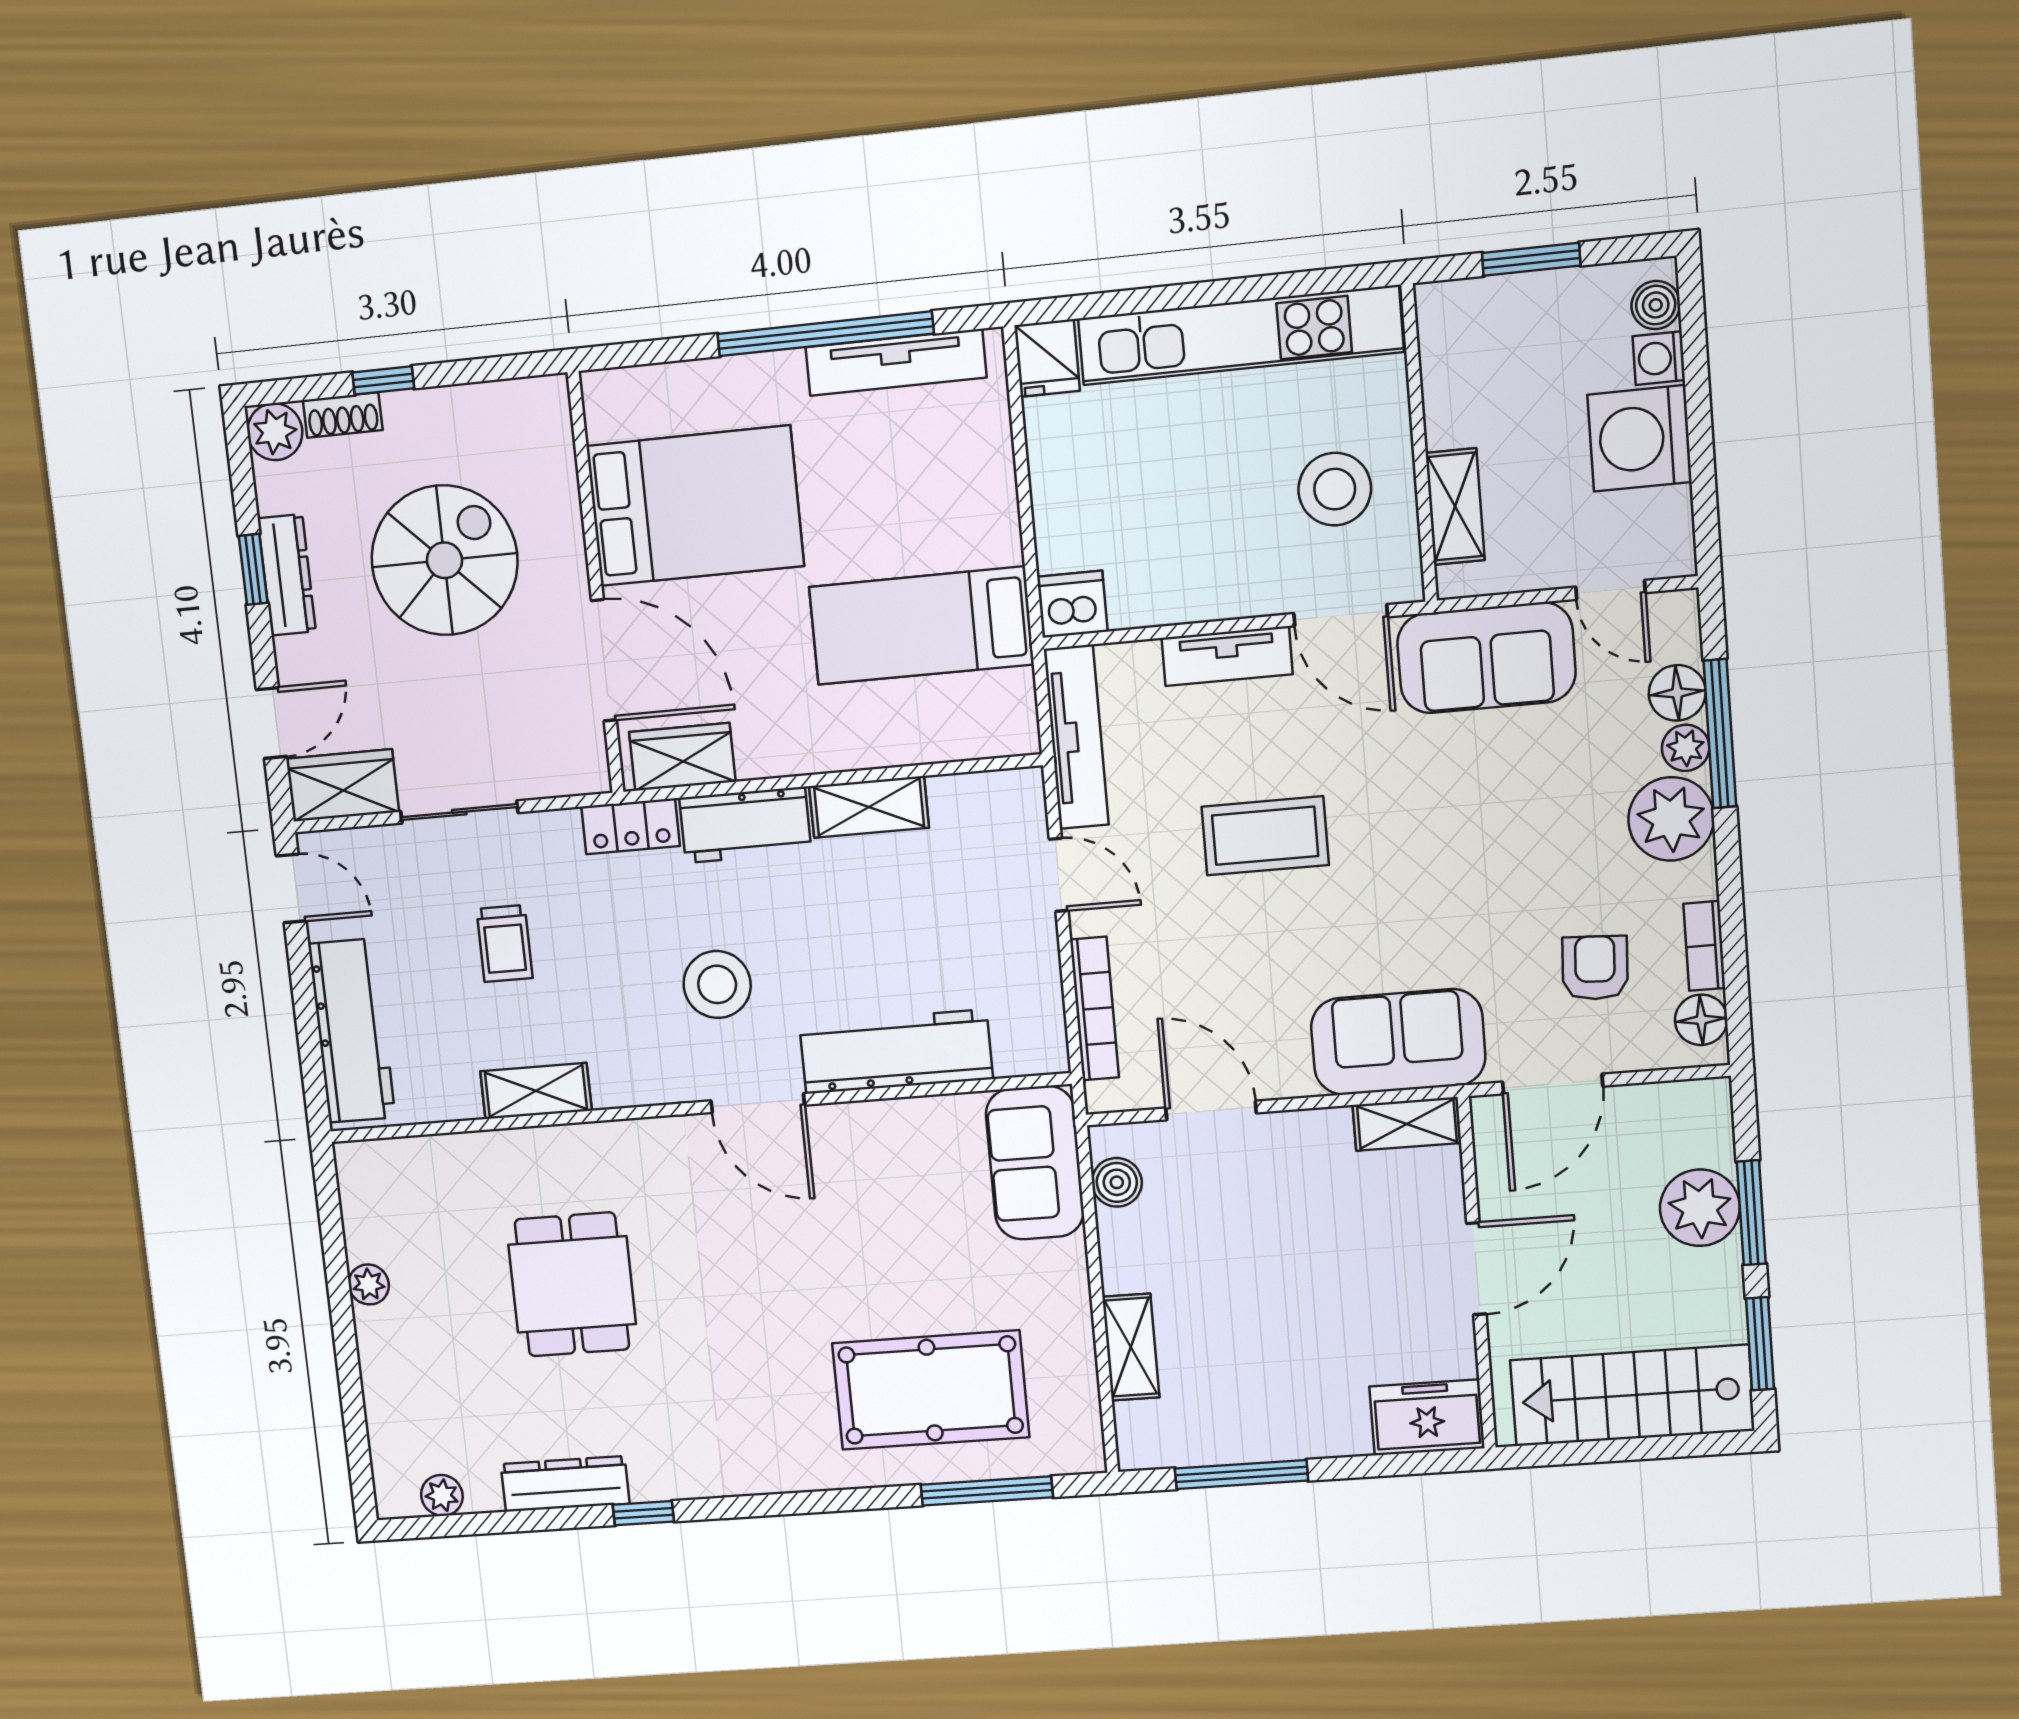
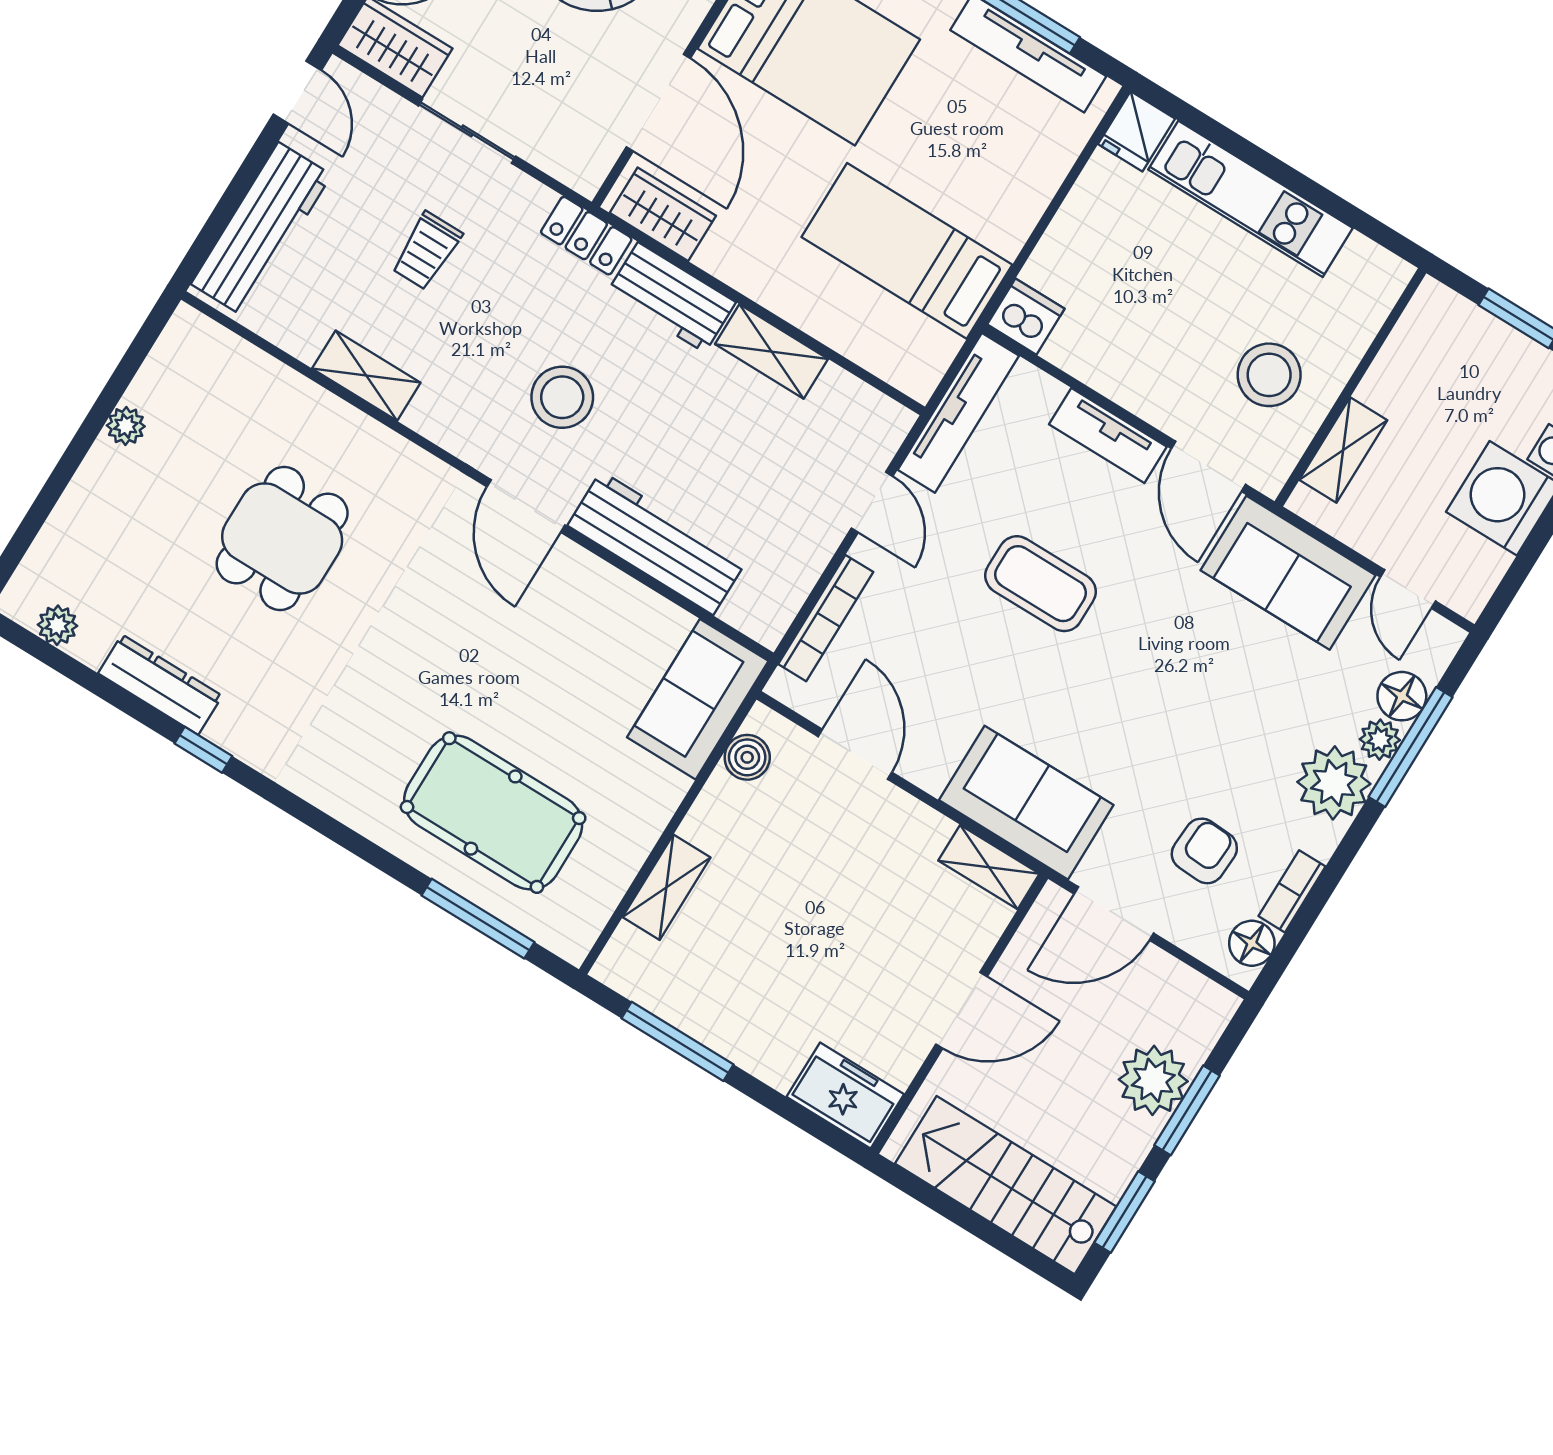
kitchen unit: (1240, 335) -> (1251, 199), width x0.73

